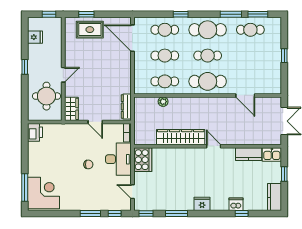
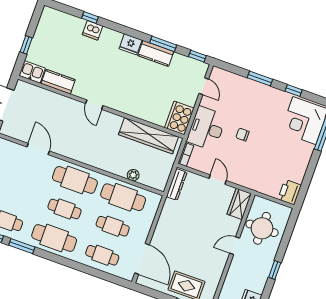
window: (181, 14) -> (78, 266), removed
cafe table: (165, 81) -> (123, 197), width x1.37, depth x1.35
wardrobe: (181, 137) -> (148, 136), moved
kitchen counter: (274, 197) -> (156, 53), moved, turned 90
window: (115, 214) -> (294, 90), moved

